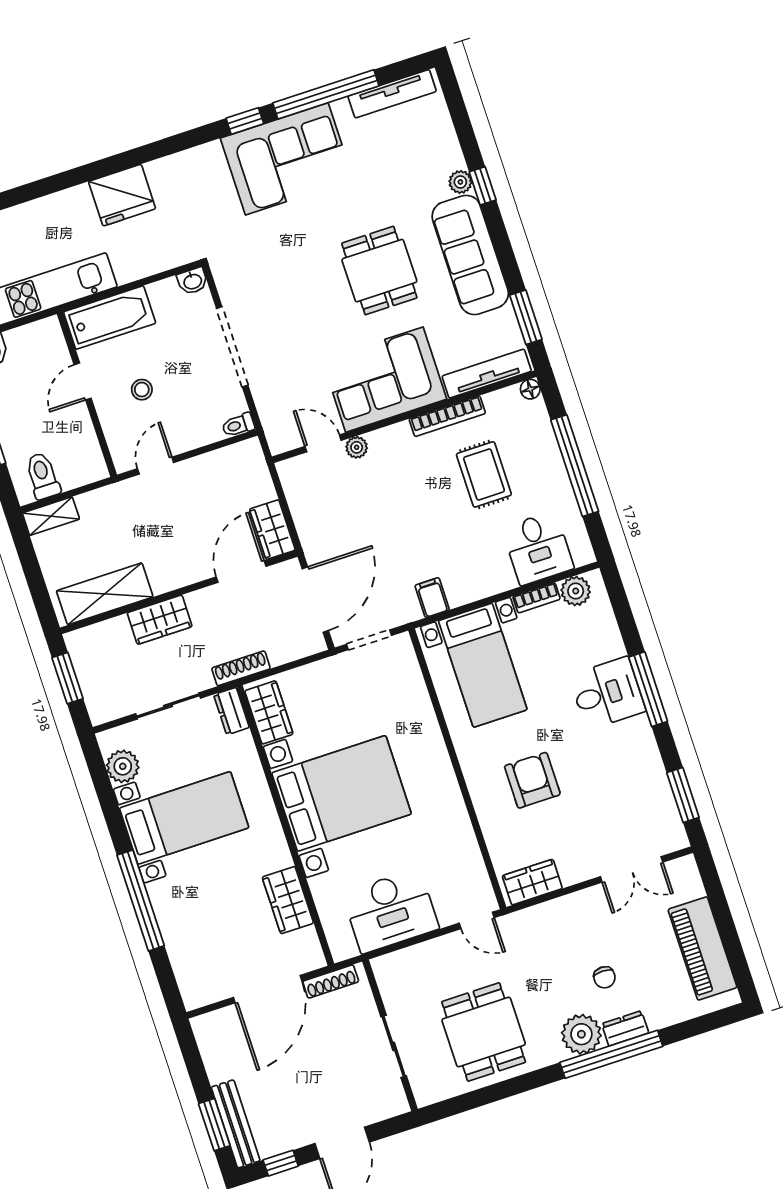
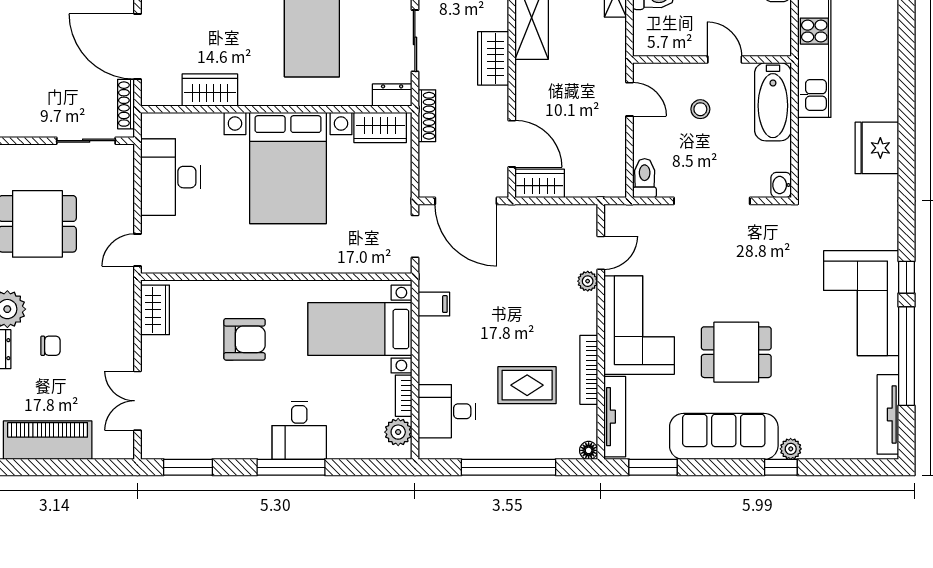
toilet: (238, 425) -> (645, 178), width x1.37, depth x1.39
chair: (604, 977) -> (51, 346), turned 180
sliding door: (394, 1046) -> (86, 141), moved

